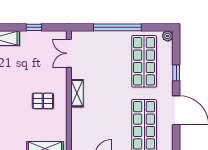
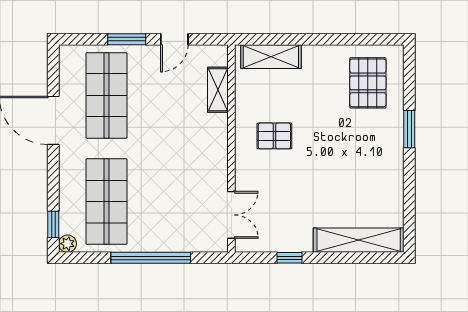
window: (176, 73) -> (53, 224), moved
shelving: (77, 93) -> (218, 90), moved

